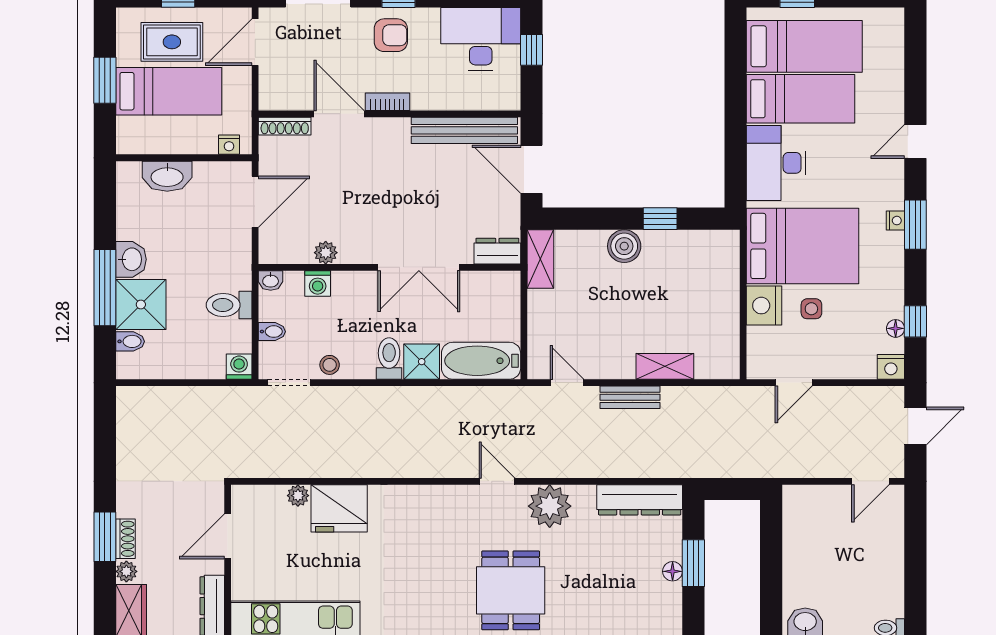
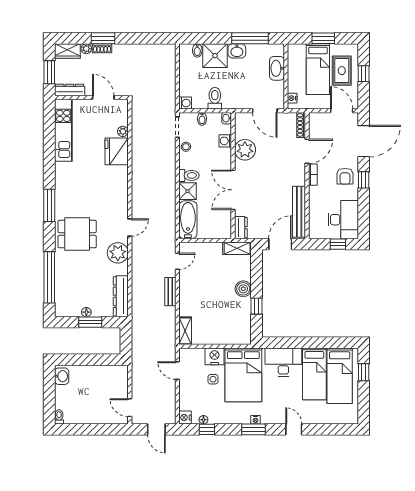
plant: (326, 253) -> (245, 150), width x1.87, depth x1.87
window: (105, 288) -> (250, 38), moved
shelving: (665, 366) -> (185, 331), moved

